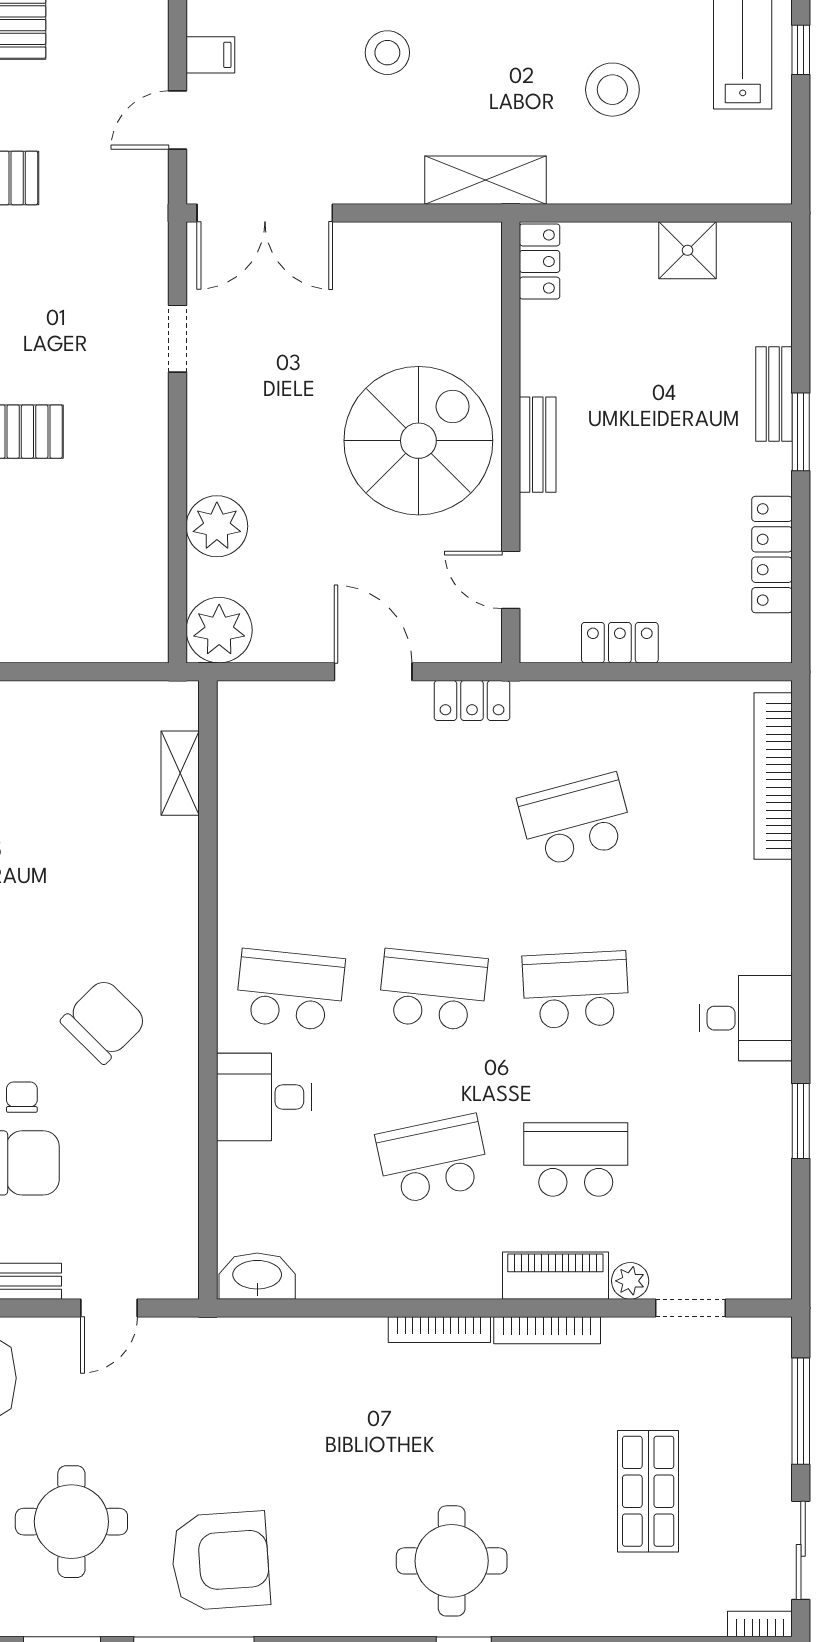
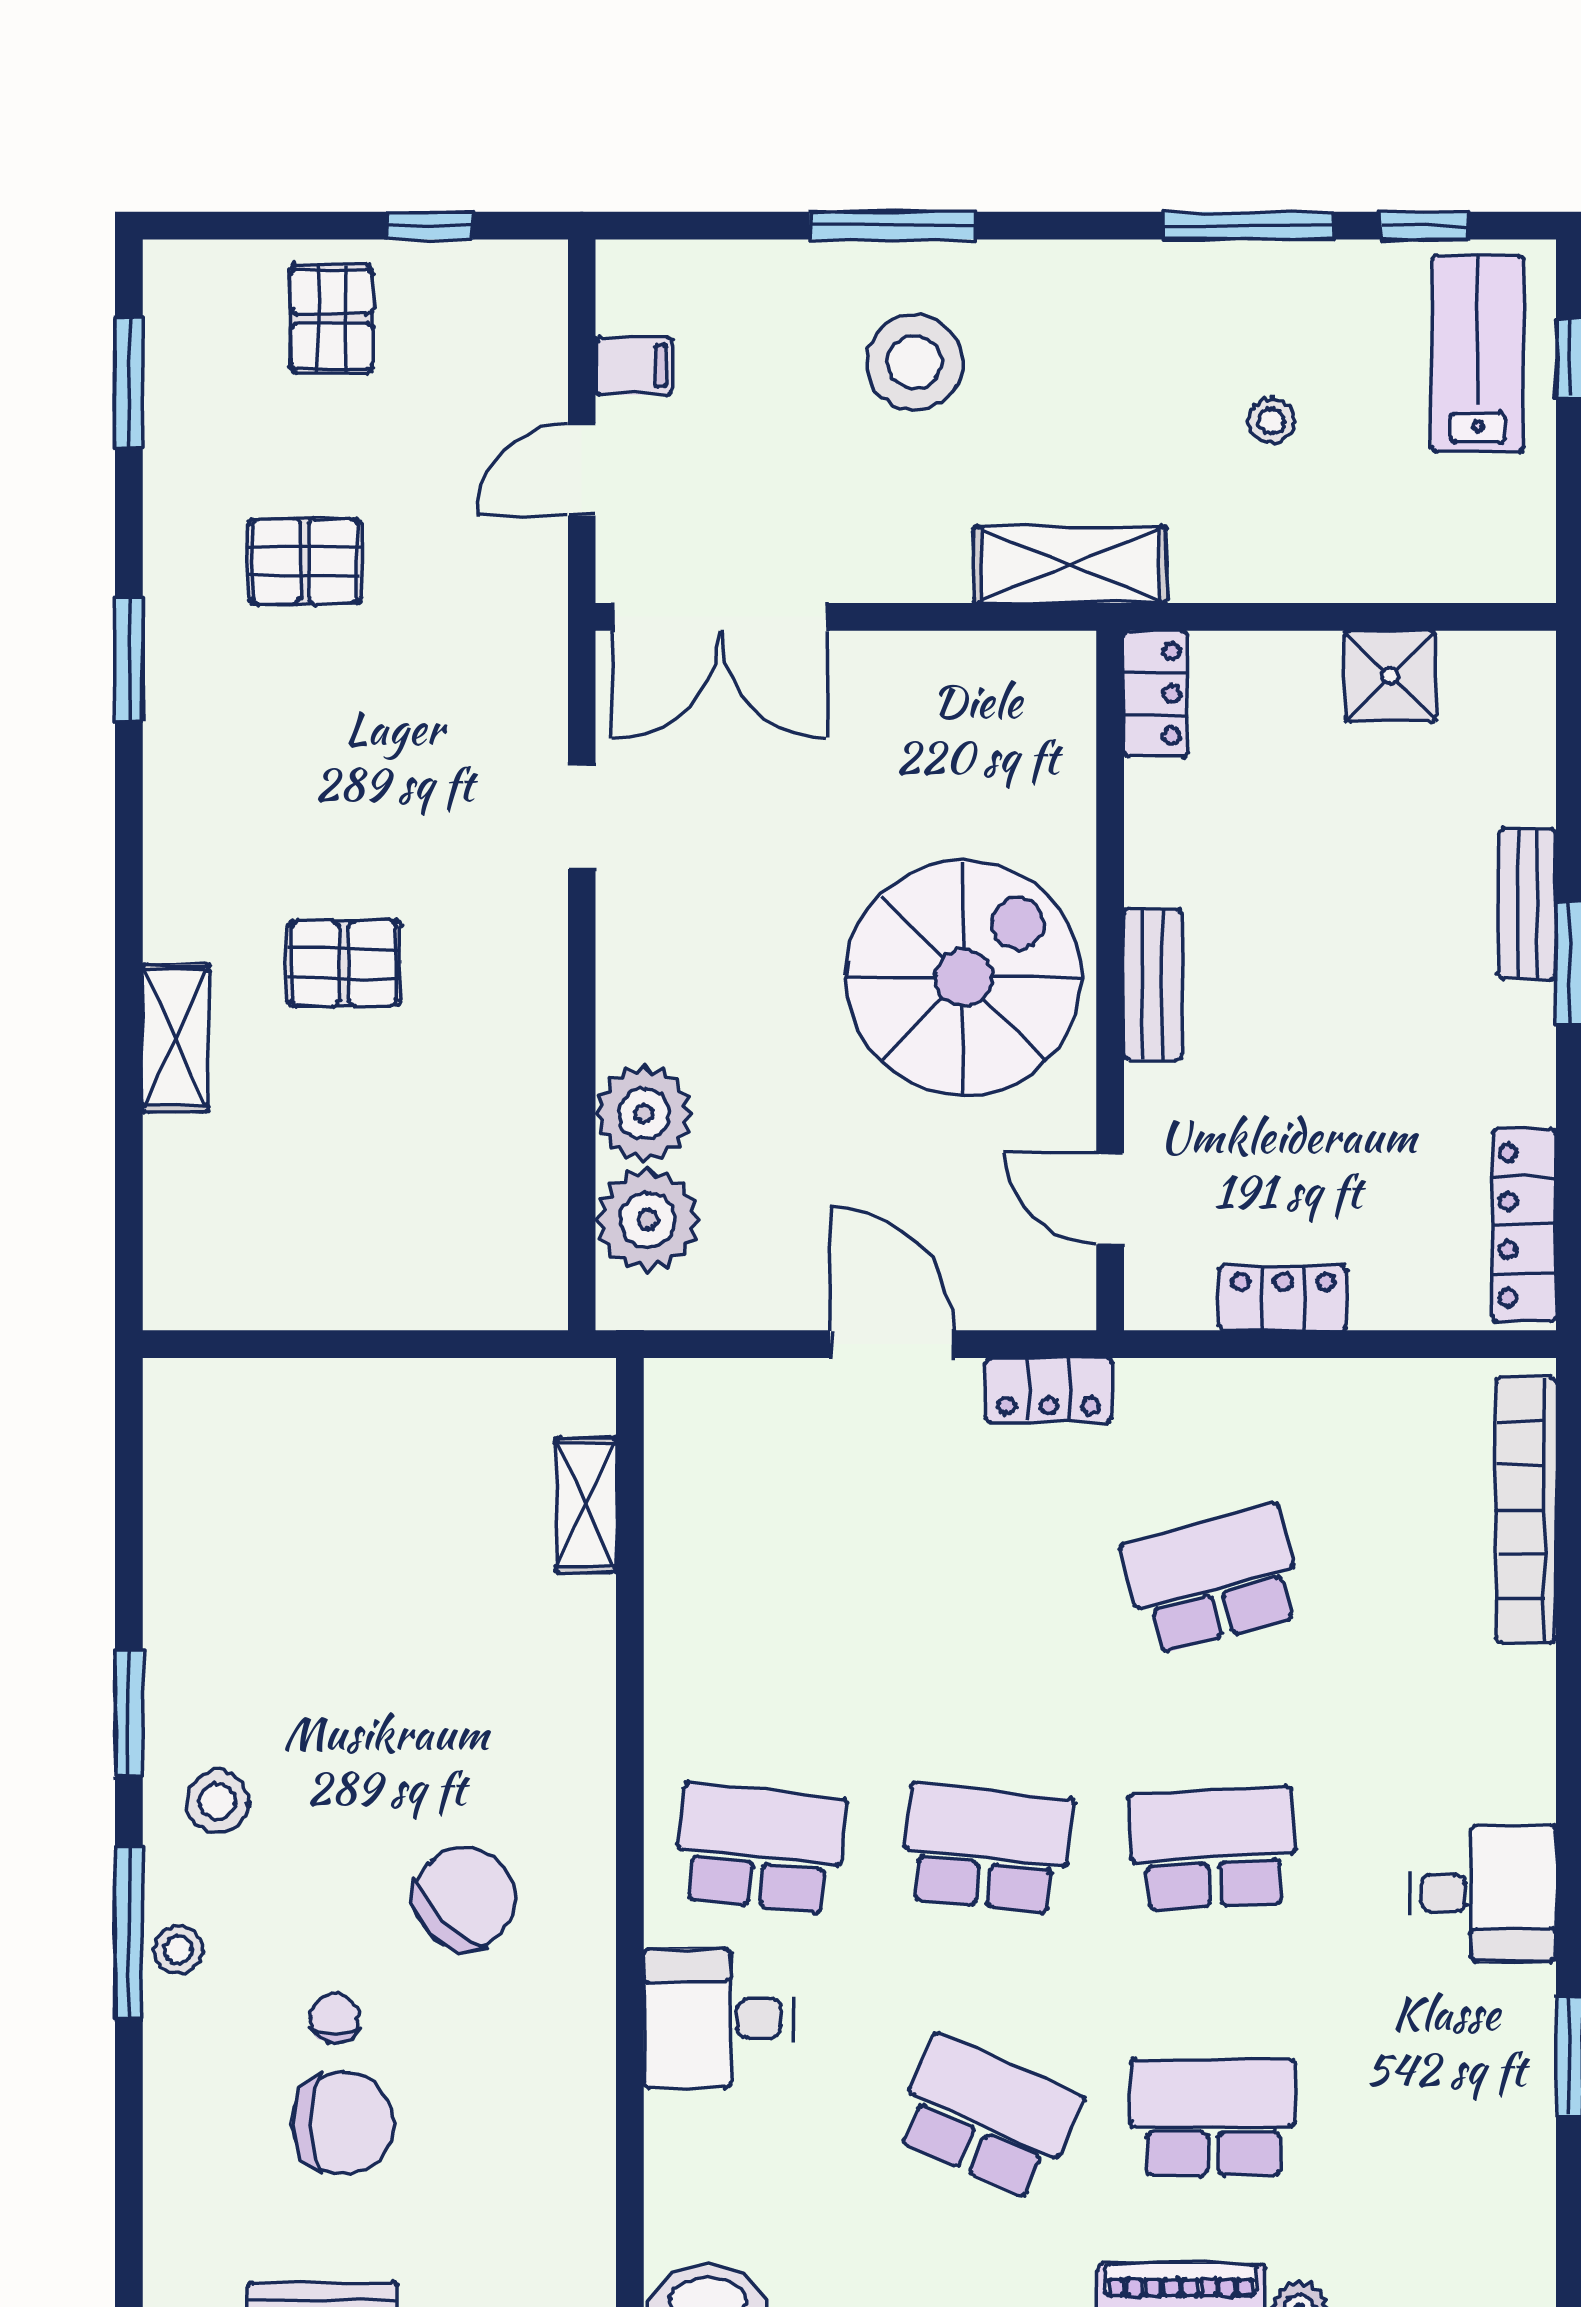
stool: (387, 53) -> (914, 363), width x1.38, depth x1.38
stool: (612, 90) -> (1271, 421), width x0.53, depth x0.53
locker: (772, 555) -> (1524, 1225), moved
plant: (219, 630) -> (648, 1220), moved
school desk: (433, 1159) -> (987, 2118), turned 36

